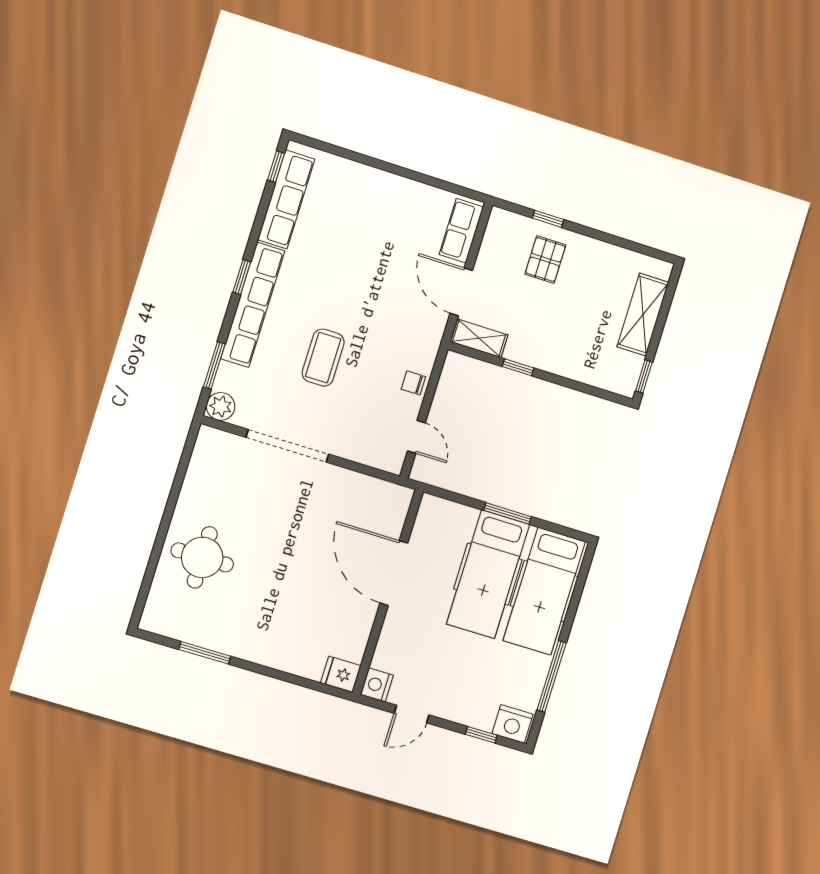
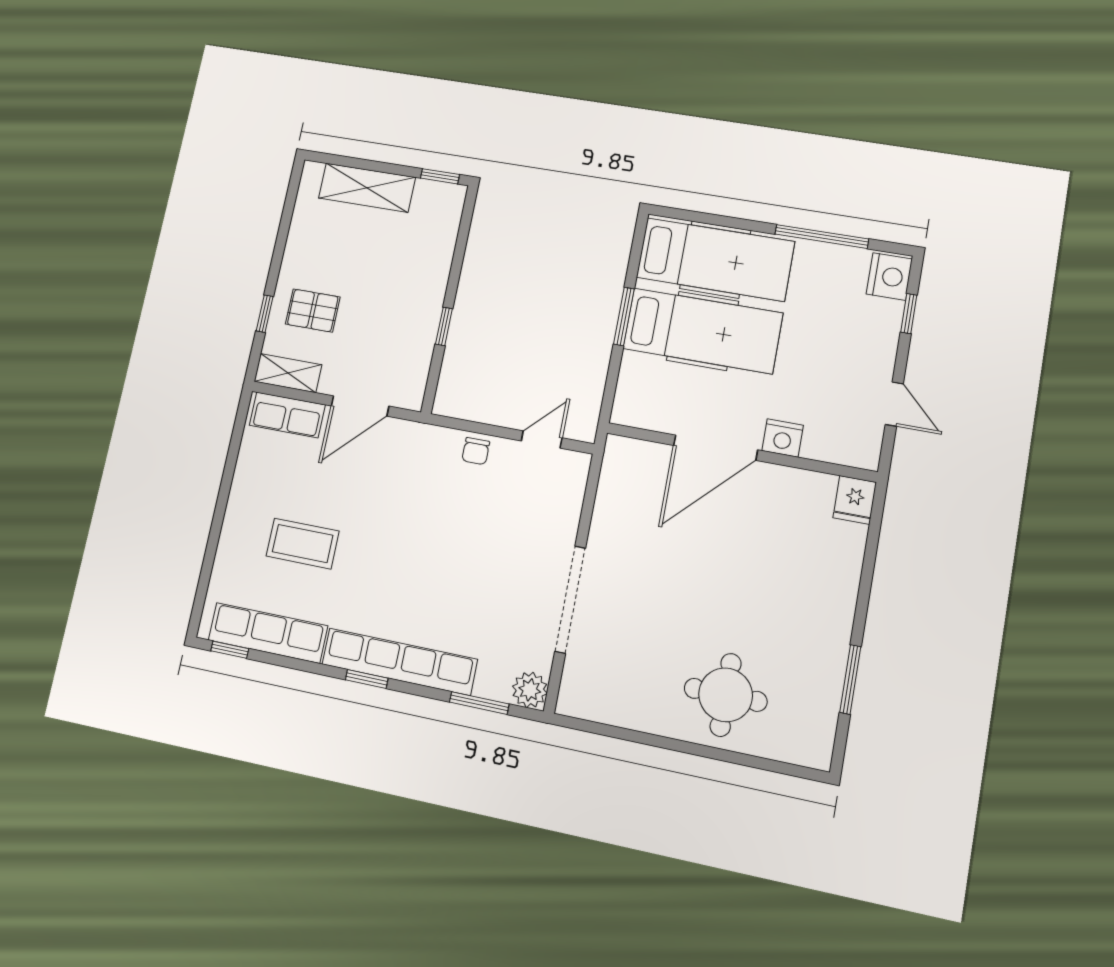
shelving: (479, 338) -> (288, 373), moved, turned 90
coffee table: (323, 358) -> (303, 544), moved
nightstand: (377, 685) -> (783, 438), moved

